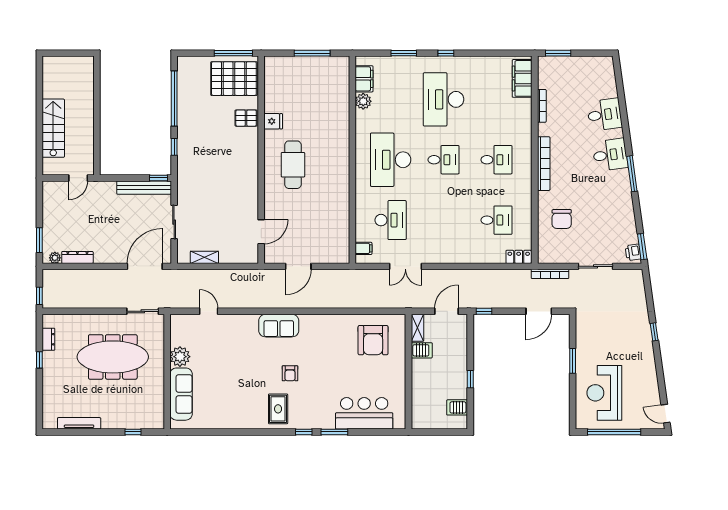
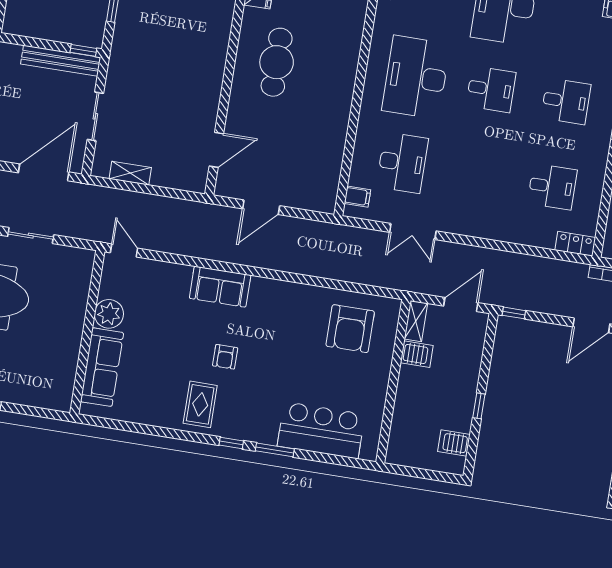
plant: (180, 357) -> (109, 314), moved
wall: (167, 372) -> (87, 332), moved
sofa: (181, 394) -> (102, 367), moved

